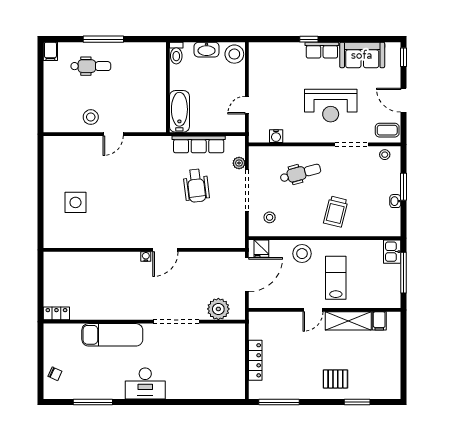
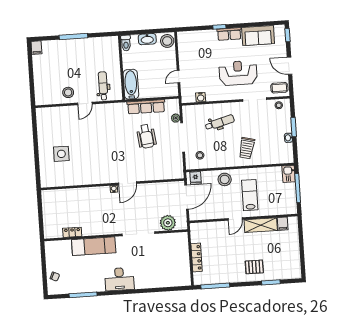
dental chair: (91, 66) -> (103, 86), moved, turned -90
reception desk: (331, 106) -> (238, 73), turned 180
locker: (56, 313) -> (72, 232), moved

